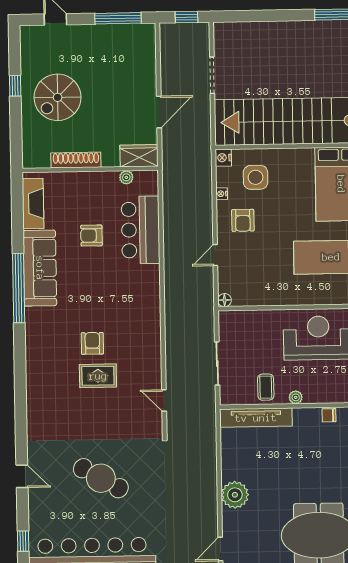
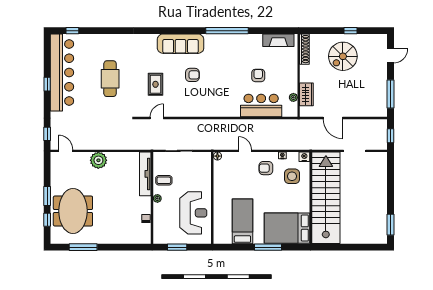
spiral stairs: (58, 97) -> (343, 56), turned -90
wardrobe: (139, 156) -> (306, 94), moved
shoe rack: (76, 160) -> (304, 49), moved
sofa: (40, 268) -> (181, 44), moved
rug: (98, 376) -> (155, 84), moved
door: (22, 476) -> (112, 31), removed
cafe table: (101, 478) -> (110, 79), turned -30

